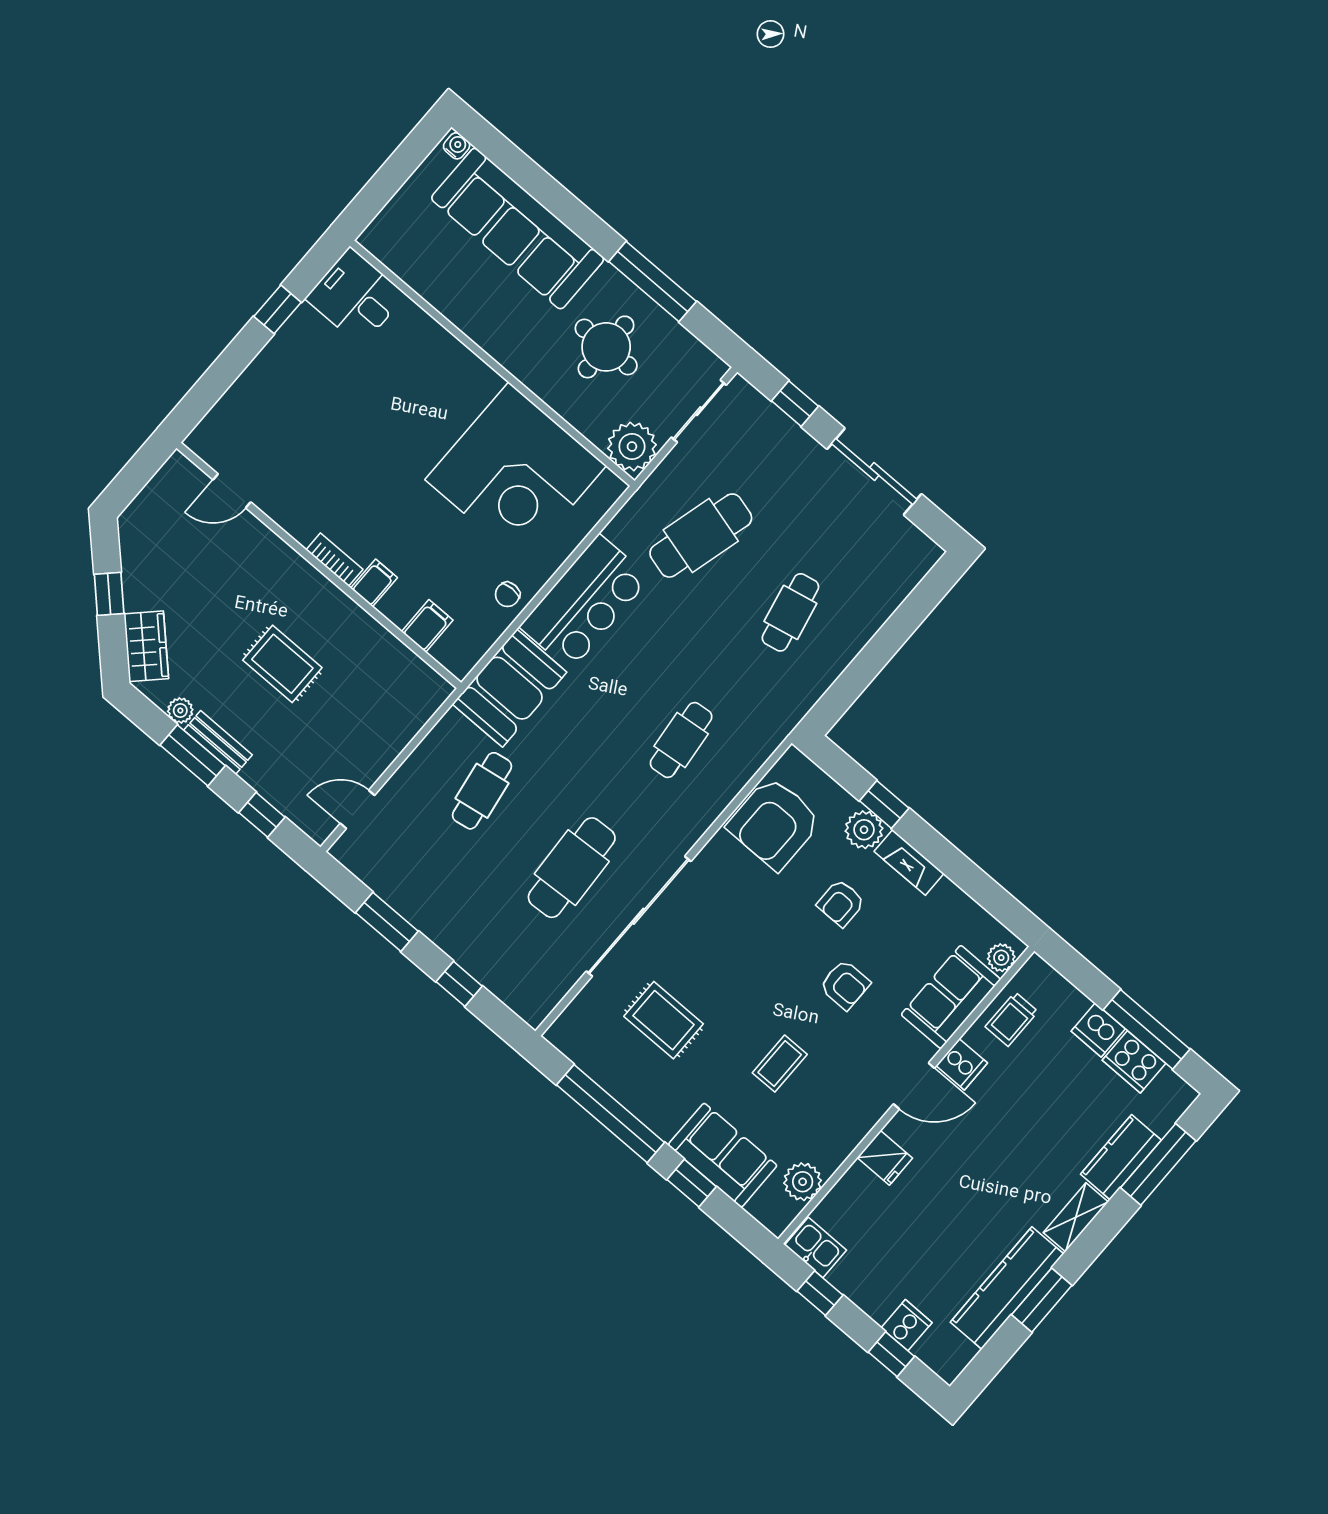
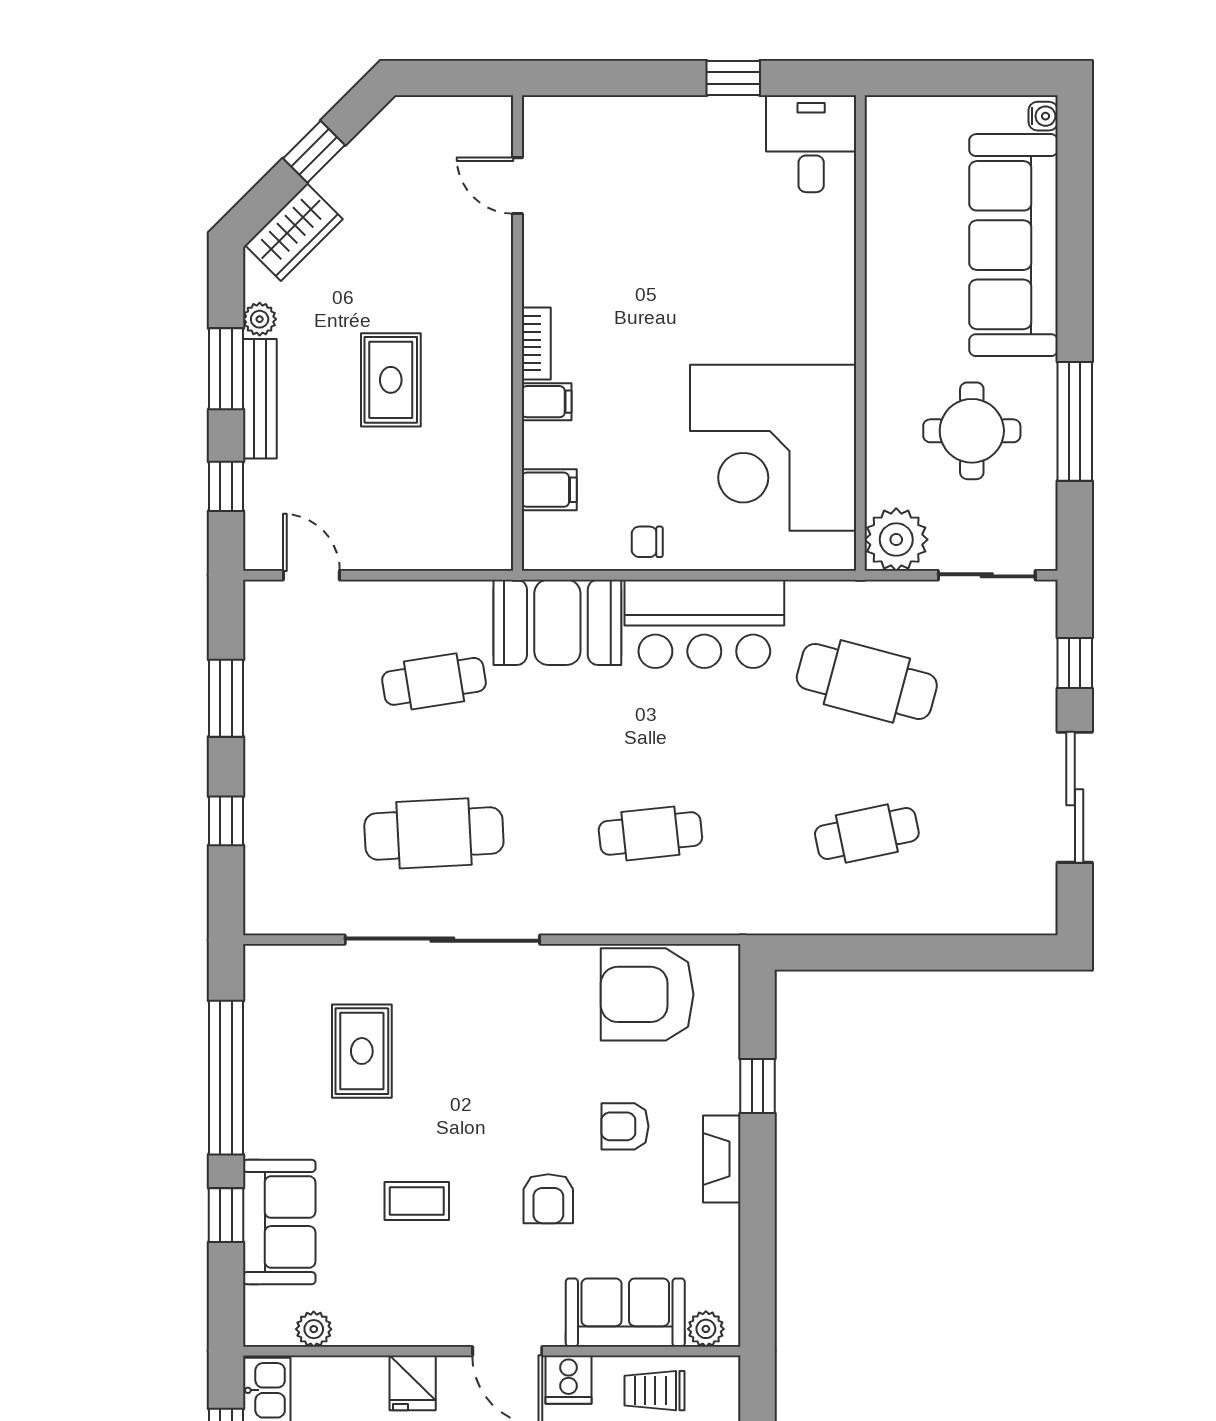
bench: (218, 743) -> (260, 399), width x1.36
plant: (864, 830) -> (716, 1087), removed
plant: (803, 1182) -> (314, 1329), width x0.73, depth x0.73

